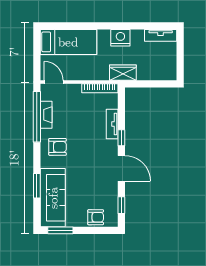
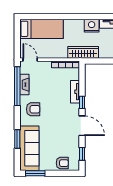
nightstand: (120, 38) -> (92, 26), moved
wardrobe: (123, 73) -> (83, 52), width x1.50

